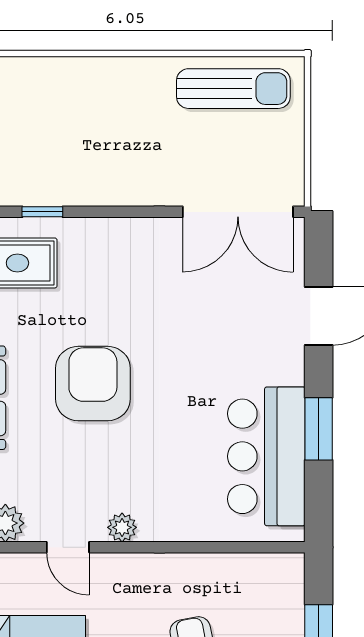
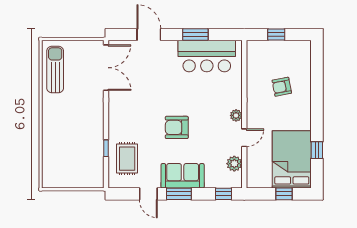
armchair: (93, 384) -> (177, 127), width x0.73, depth x0.73

